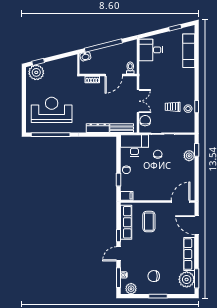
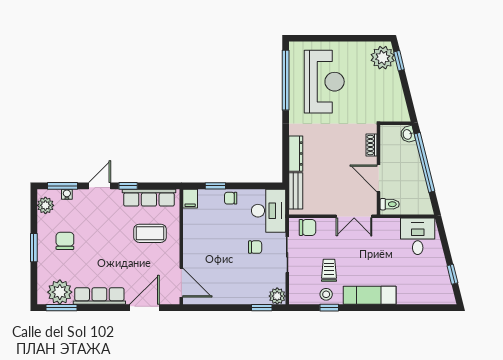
exam couch: (189, 51) -> (370, 295), moved
double door: (138, 101) -> (354, 216), moved
plant: (189, 156) -> (277, 296), moved
door: (118, 254) -> (100, 186), hinge flipped

